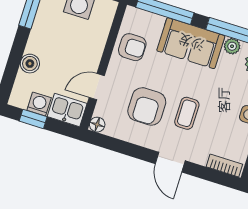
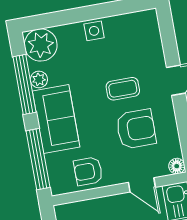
armchair: (132, 47) -> (88, 171), turned -90
bookcase: (224, 165) -> (153, 29), removed

